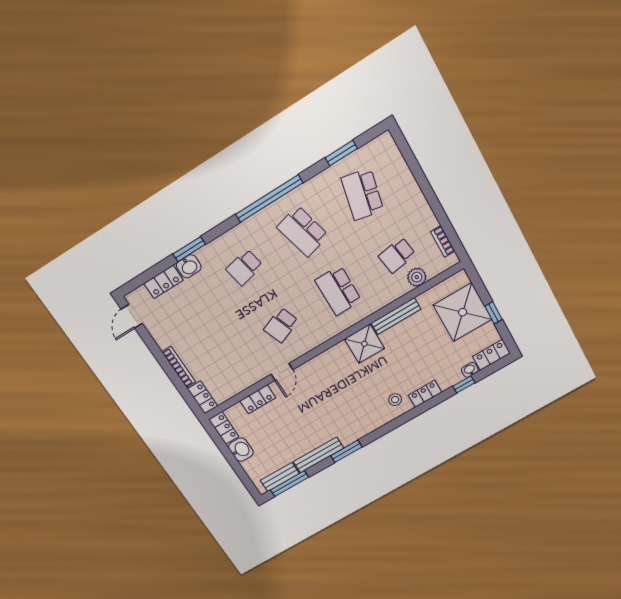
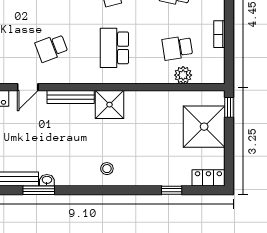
bookcase: (443, 241) -> (219, 34), moved
window: (494, 313) -> (229, 107), moved
bench: (396, 316) -> (71, 97), moved
washbasin: (470, 370) -> (47, 180), moved
locker: (425, 394) -> (135, 179), removed

